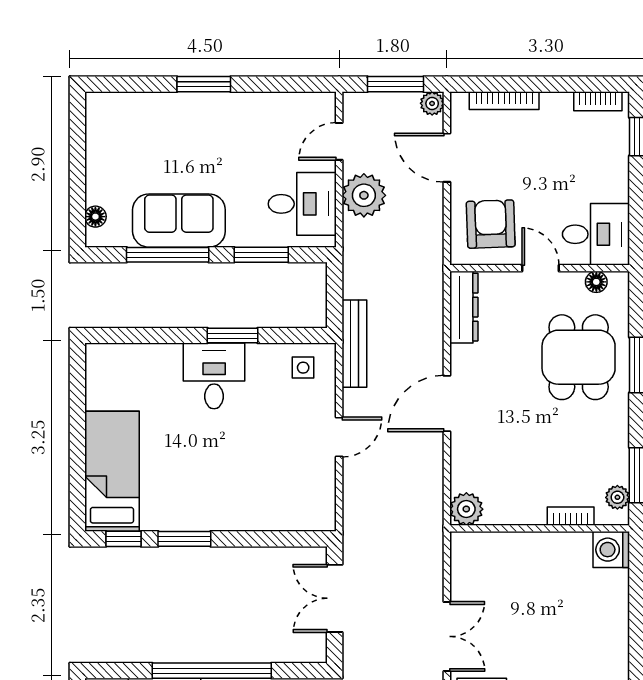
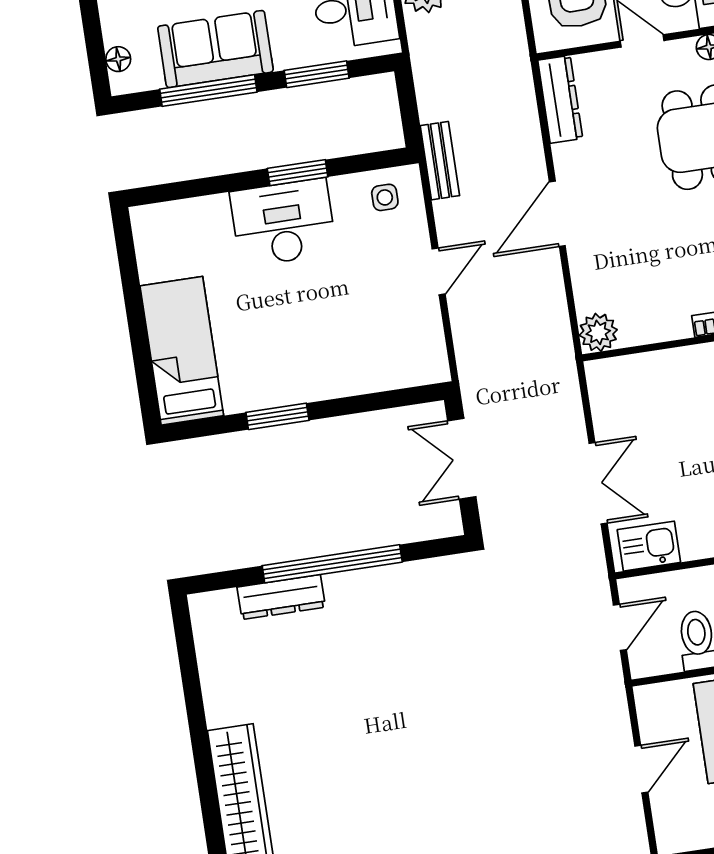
bench: (354, 344) -> (440, 161), width x0.73
desk: (214, 376) -> (283, 223), width x1.37
window: (123, 539) -> (207, 427), removed

